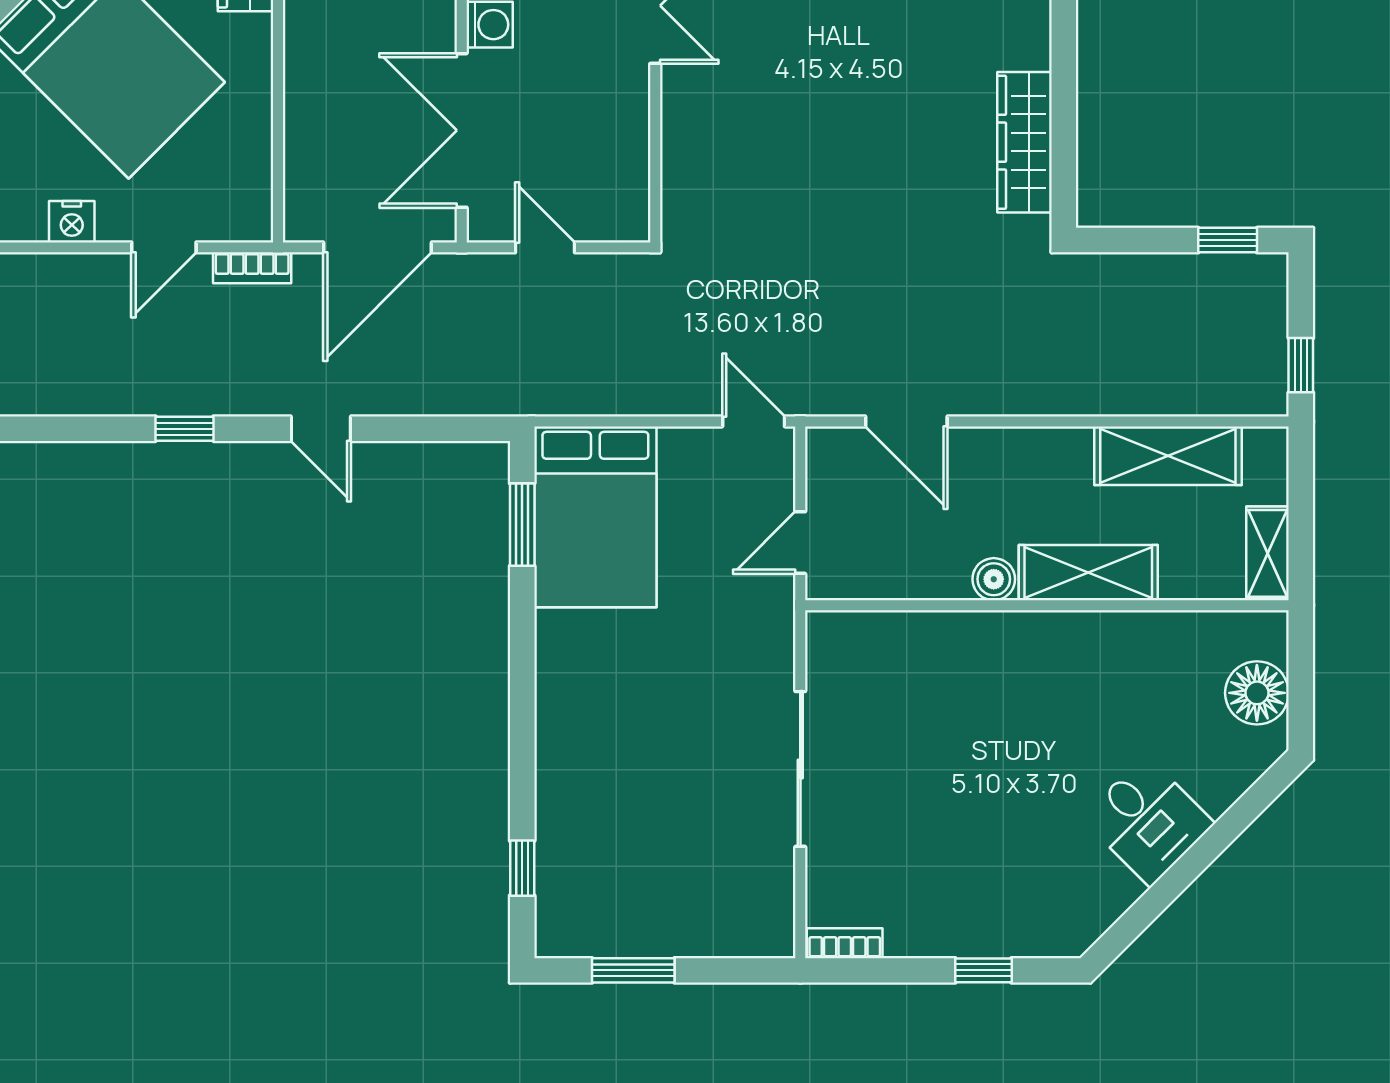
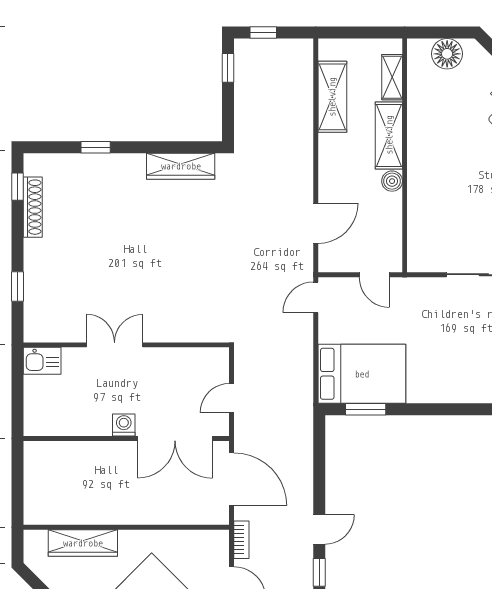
window: (1301, 365) -> (263, 33), moved
door: (321, 429) -> (319, 529), moved
shelving: (1268, 553) -> (392, 77), moved, turned 90

